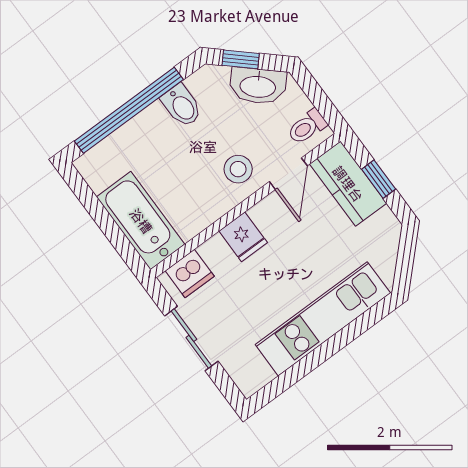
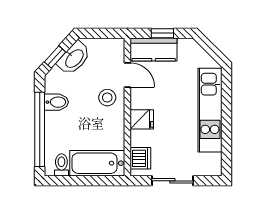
toilet: (307, 127) -> (61, 165), moved, turned 180

